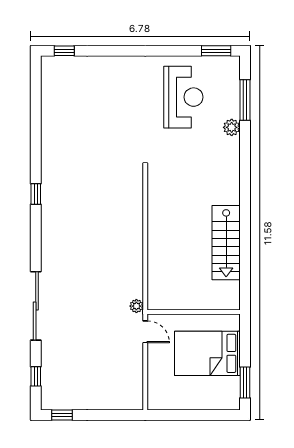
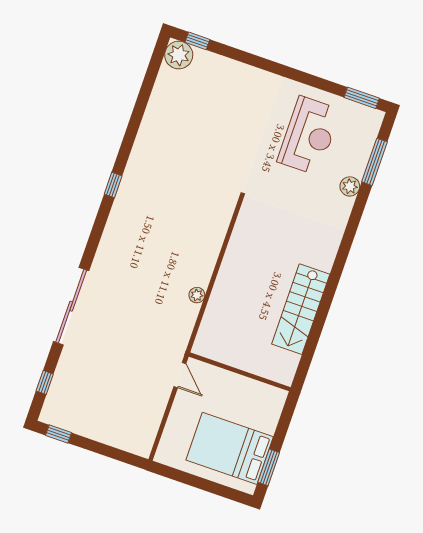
plant: (53, 68) -> (179, 55), added
plant: (136, 306) -> (197, 295), moved
bed: (207, 353) -> (230, 448), moved

